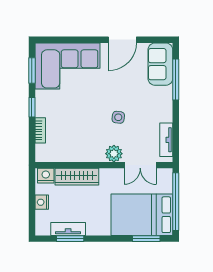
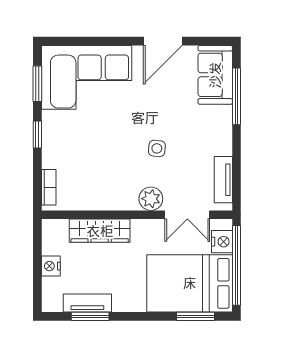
bookcase: (40, 130) -> (49, 187), moved
nightstand: (46, 176) -> (222, 242), moved, turned 90

